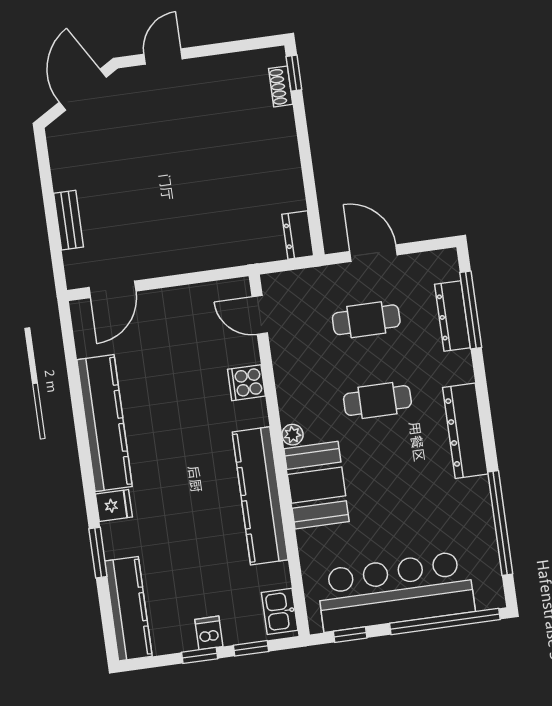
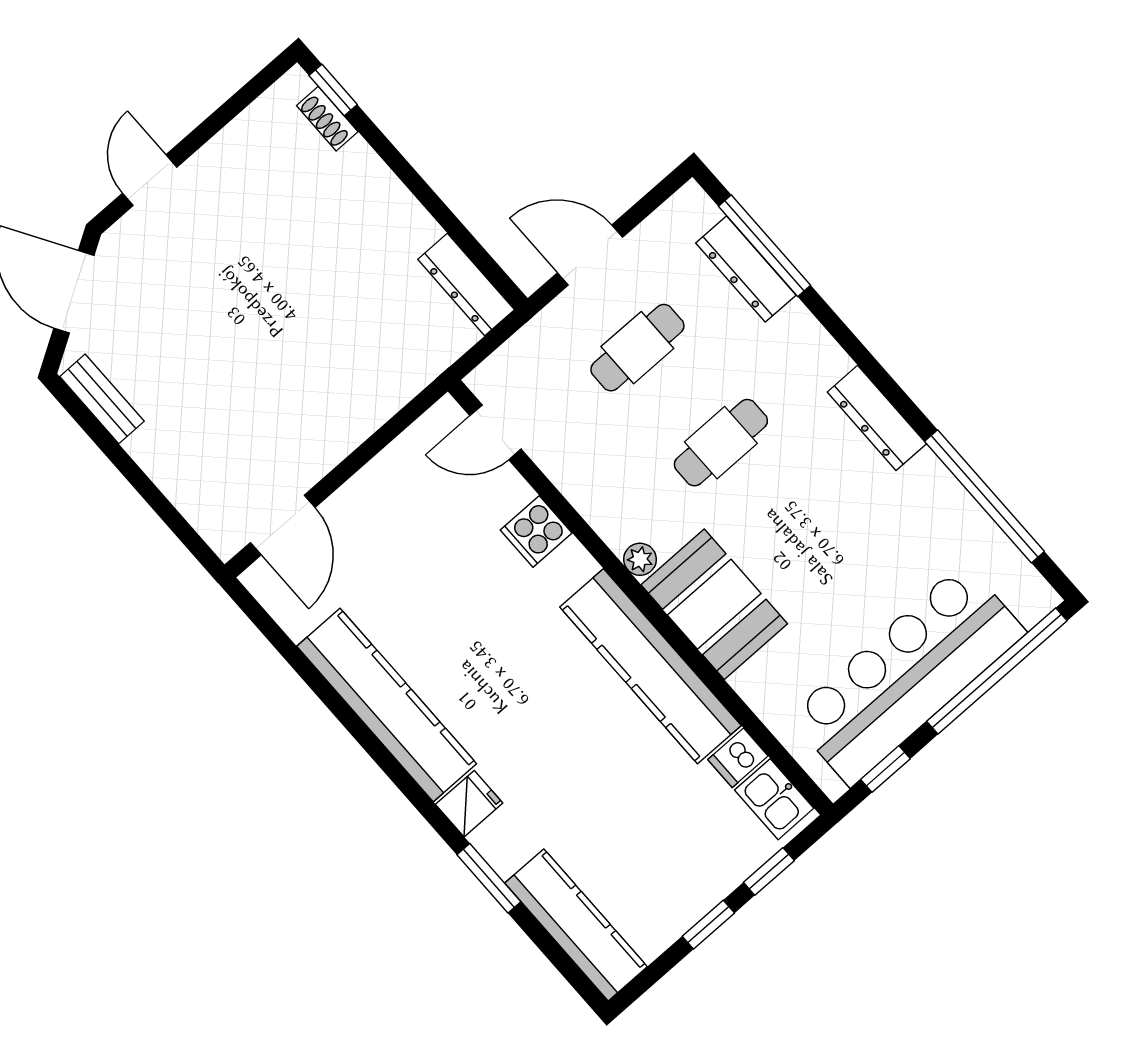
bench: (69, 220) -> (102, 399), moved
dresser: (298, 235) -> (466, 285), width x1.44
dresser: (465, 431) -> (877, 418), width x0.73, depth x0.80
dishwasher: (209, 633) -> (738, 758), moved, turned -90

